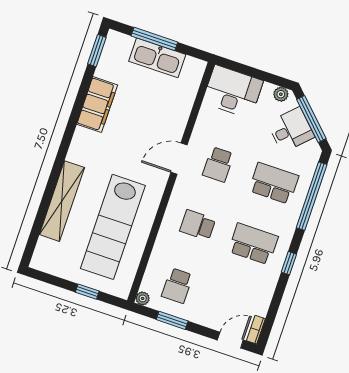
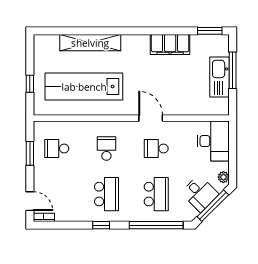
plant: (143, 298) -> (39, 126), removed

